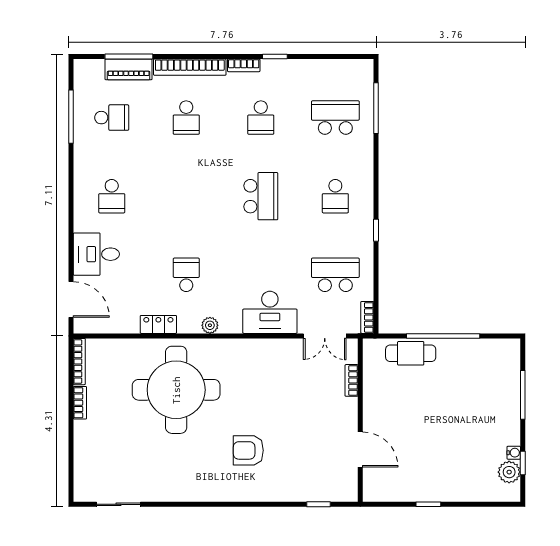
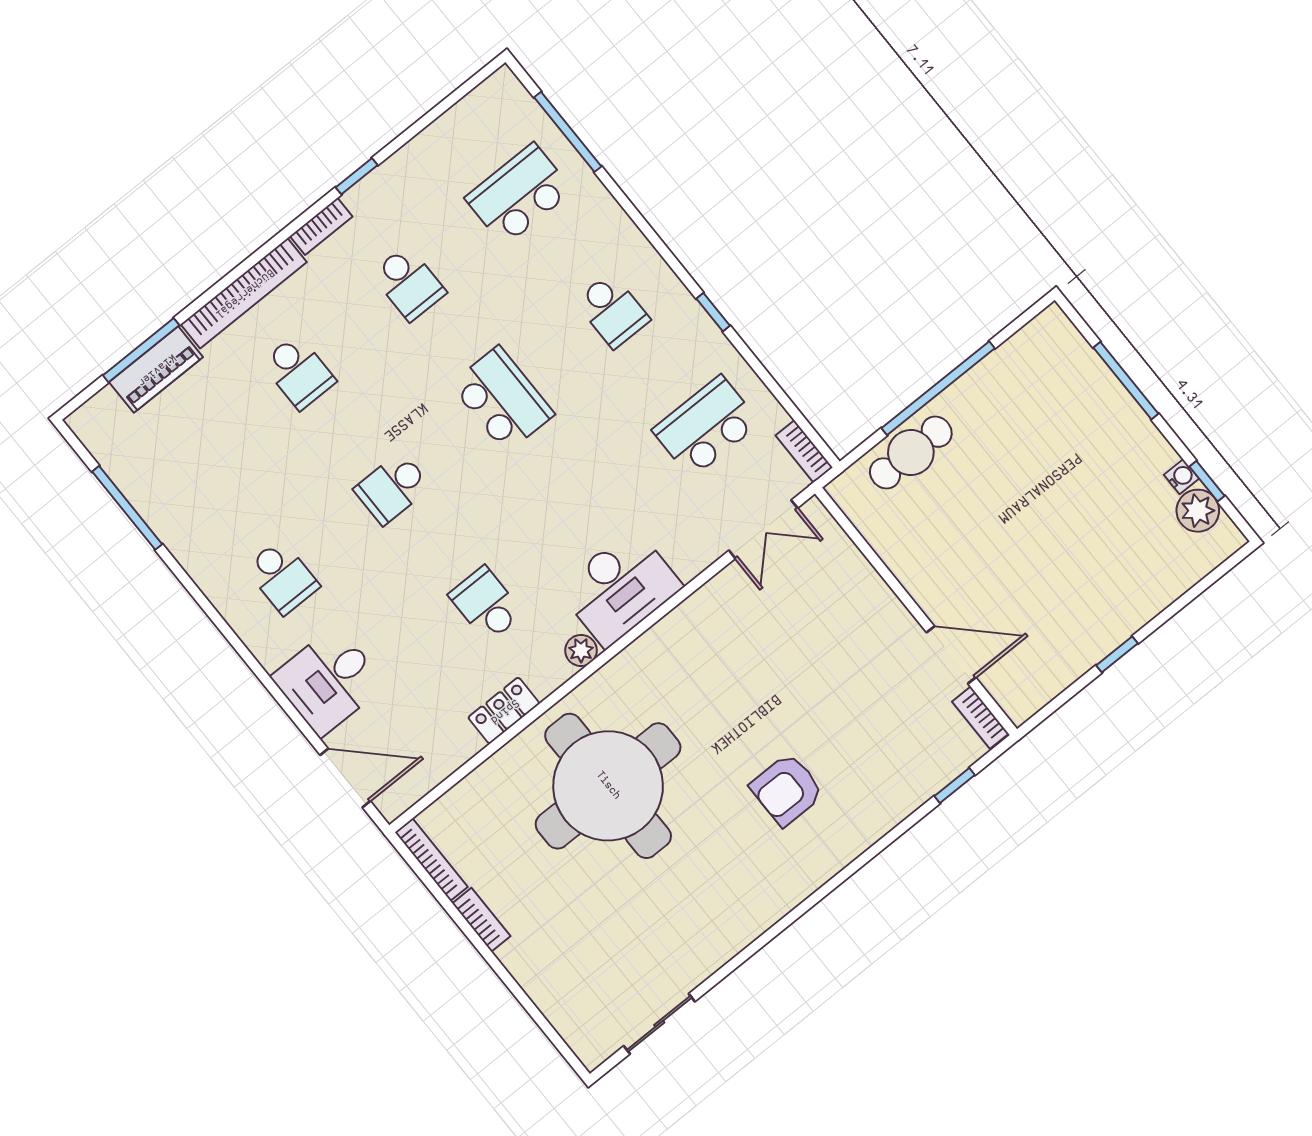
school desk: (112, 118) -> (392, 488), moved, turned 180
desk: (270, 312) -> (620, 588), moved
bookcase: (351, 380) -> (980, 718), moved

